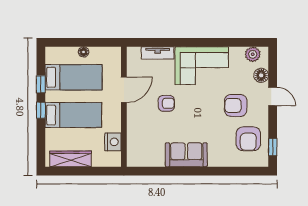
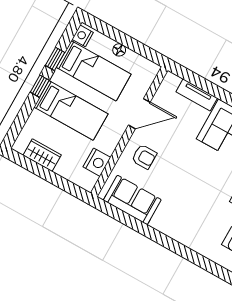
nightstand: (52, 56) -> (83, 36), added
armchair: (166, 103) -> (144, 157), moved
sofa: (186, 155) -> (132, 200), moved
wardrobe: (71, 159) -> (42, 155), width x0.67

